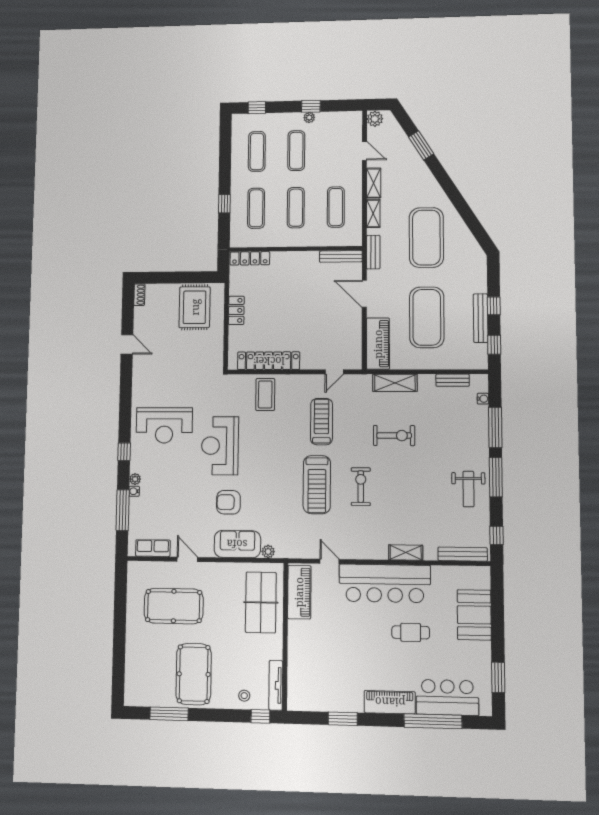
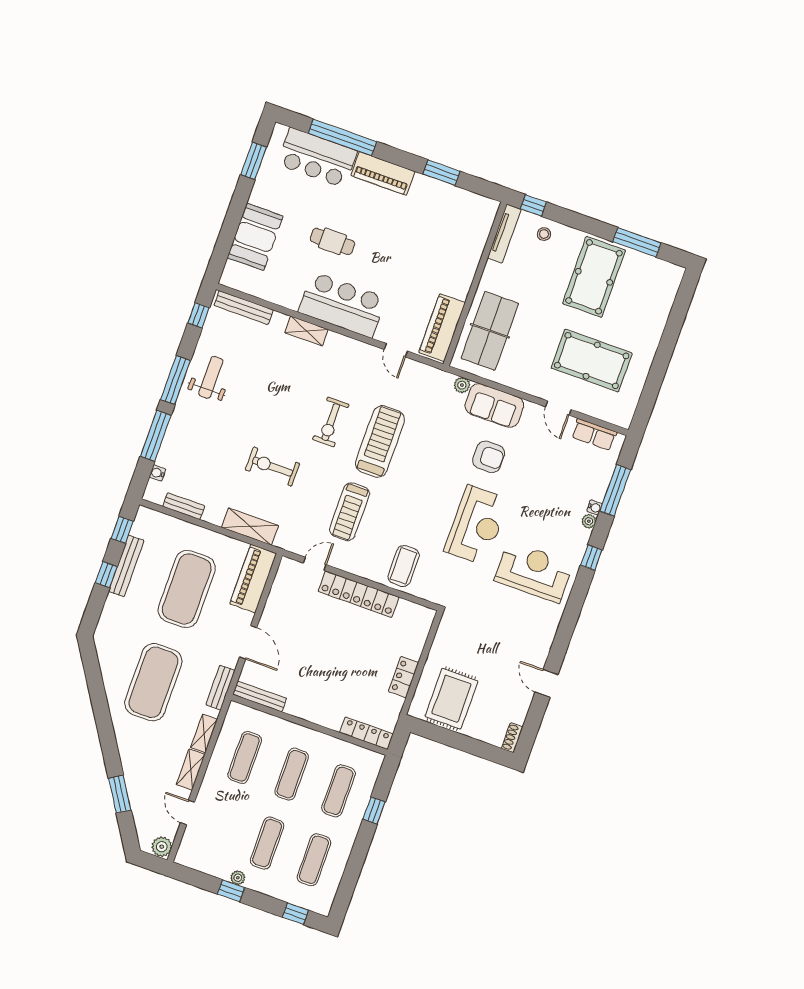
locker: (269, 361) -> (359, 594), moved
bar counter: (385, 583) -> (342, 305), width x0.73

